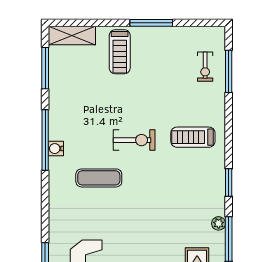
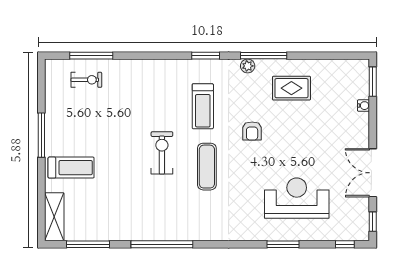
treadmill: (193, 137) -> (203, 106), moved
water cooler: (56, 149) -> (171, 233), removed
exercise mat: (99, 178) -> (207, 167), moved
armchair: (155, 228) -> (252, 131), added

